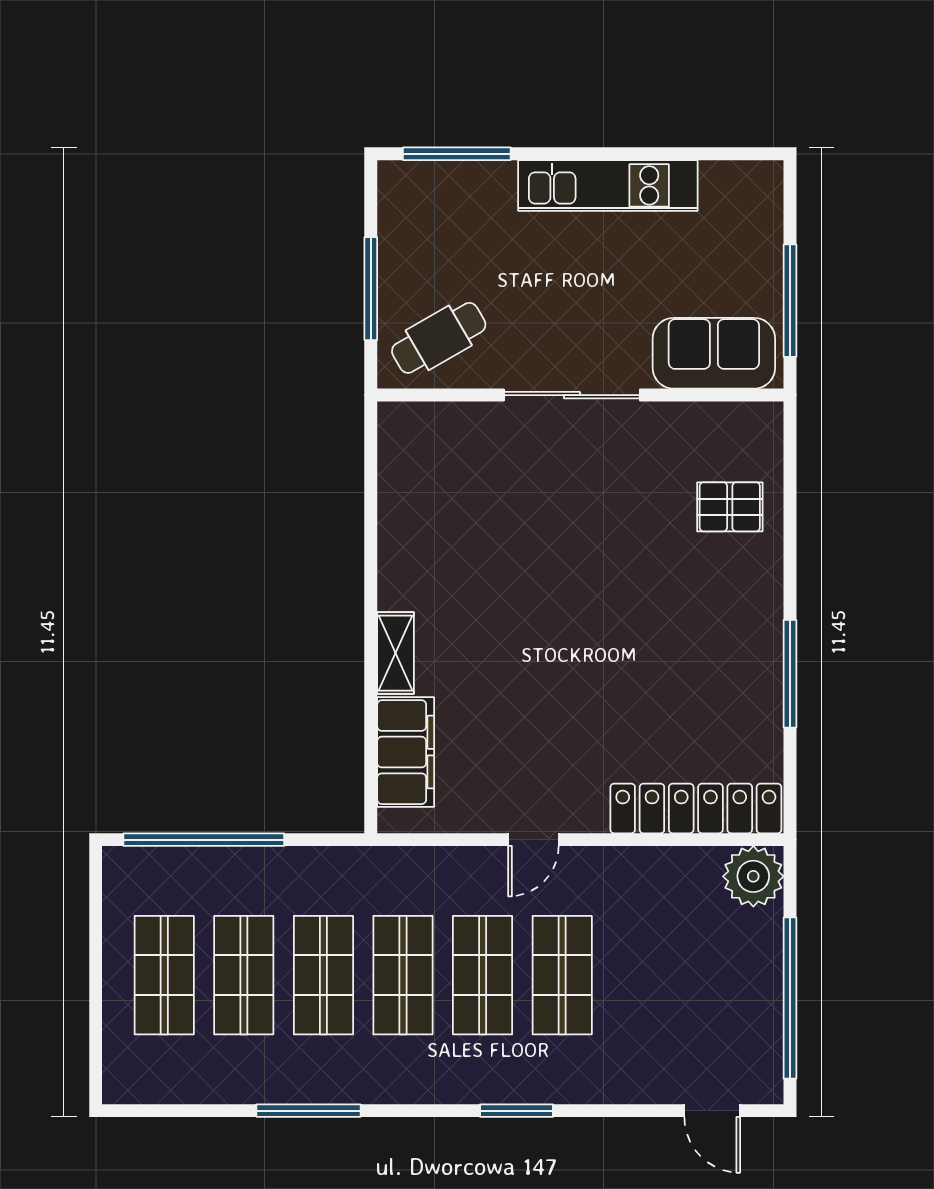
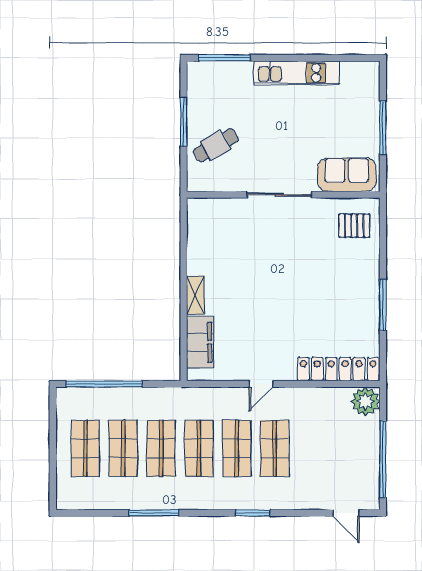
sofa: (714, 353) -> (347, 175), moved
sliding door: (572, 395) -> (279, 195), moved
wall: (580, 395) -> (283, 195), moved

